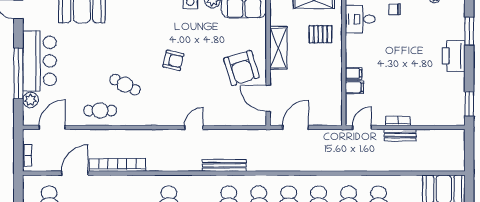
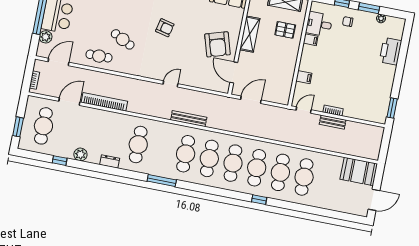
window: (469, 31) -> (403, 50), removed
printer: (454, 56) -> (390, 51), moved
filing cabinet: (354, 73) -> (311, 40), moved

